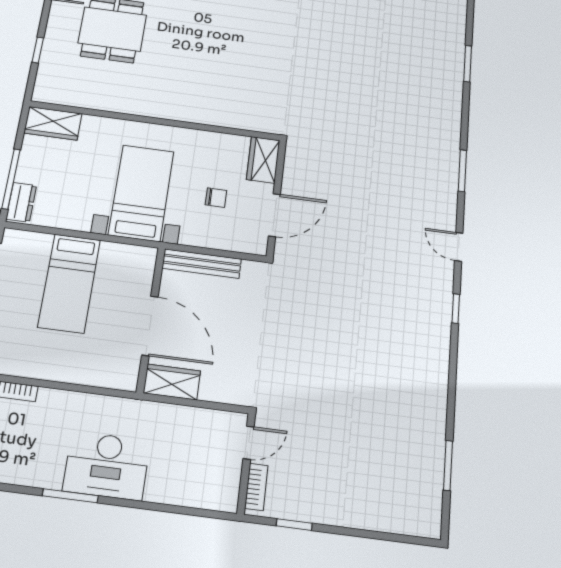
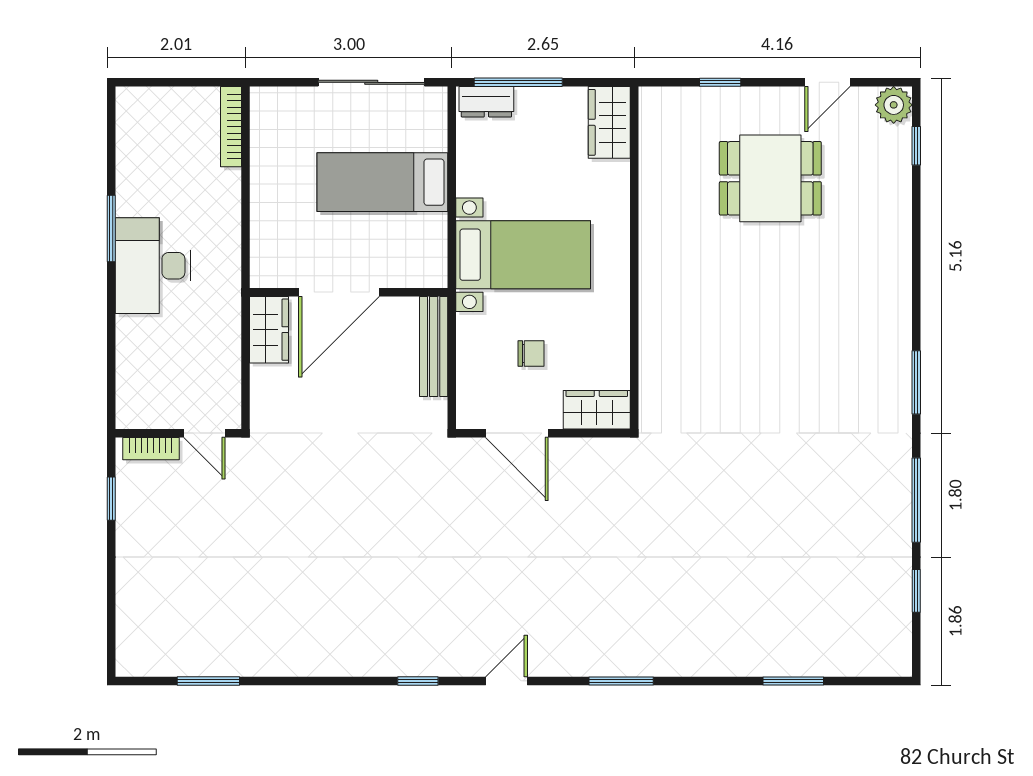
chair: (216, 198) -> (531, 353), turned -90

